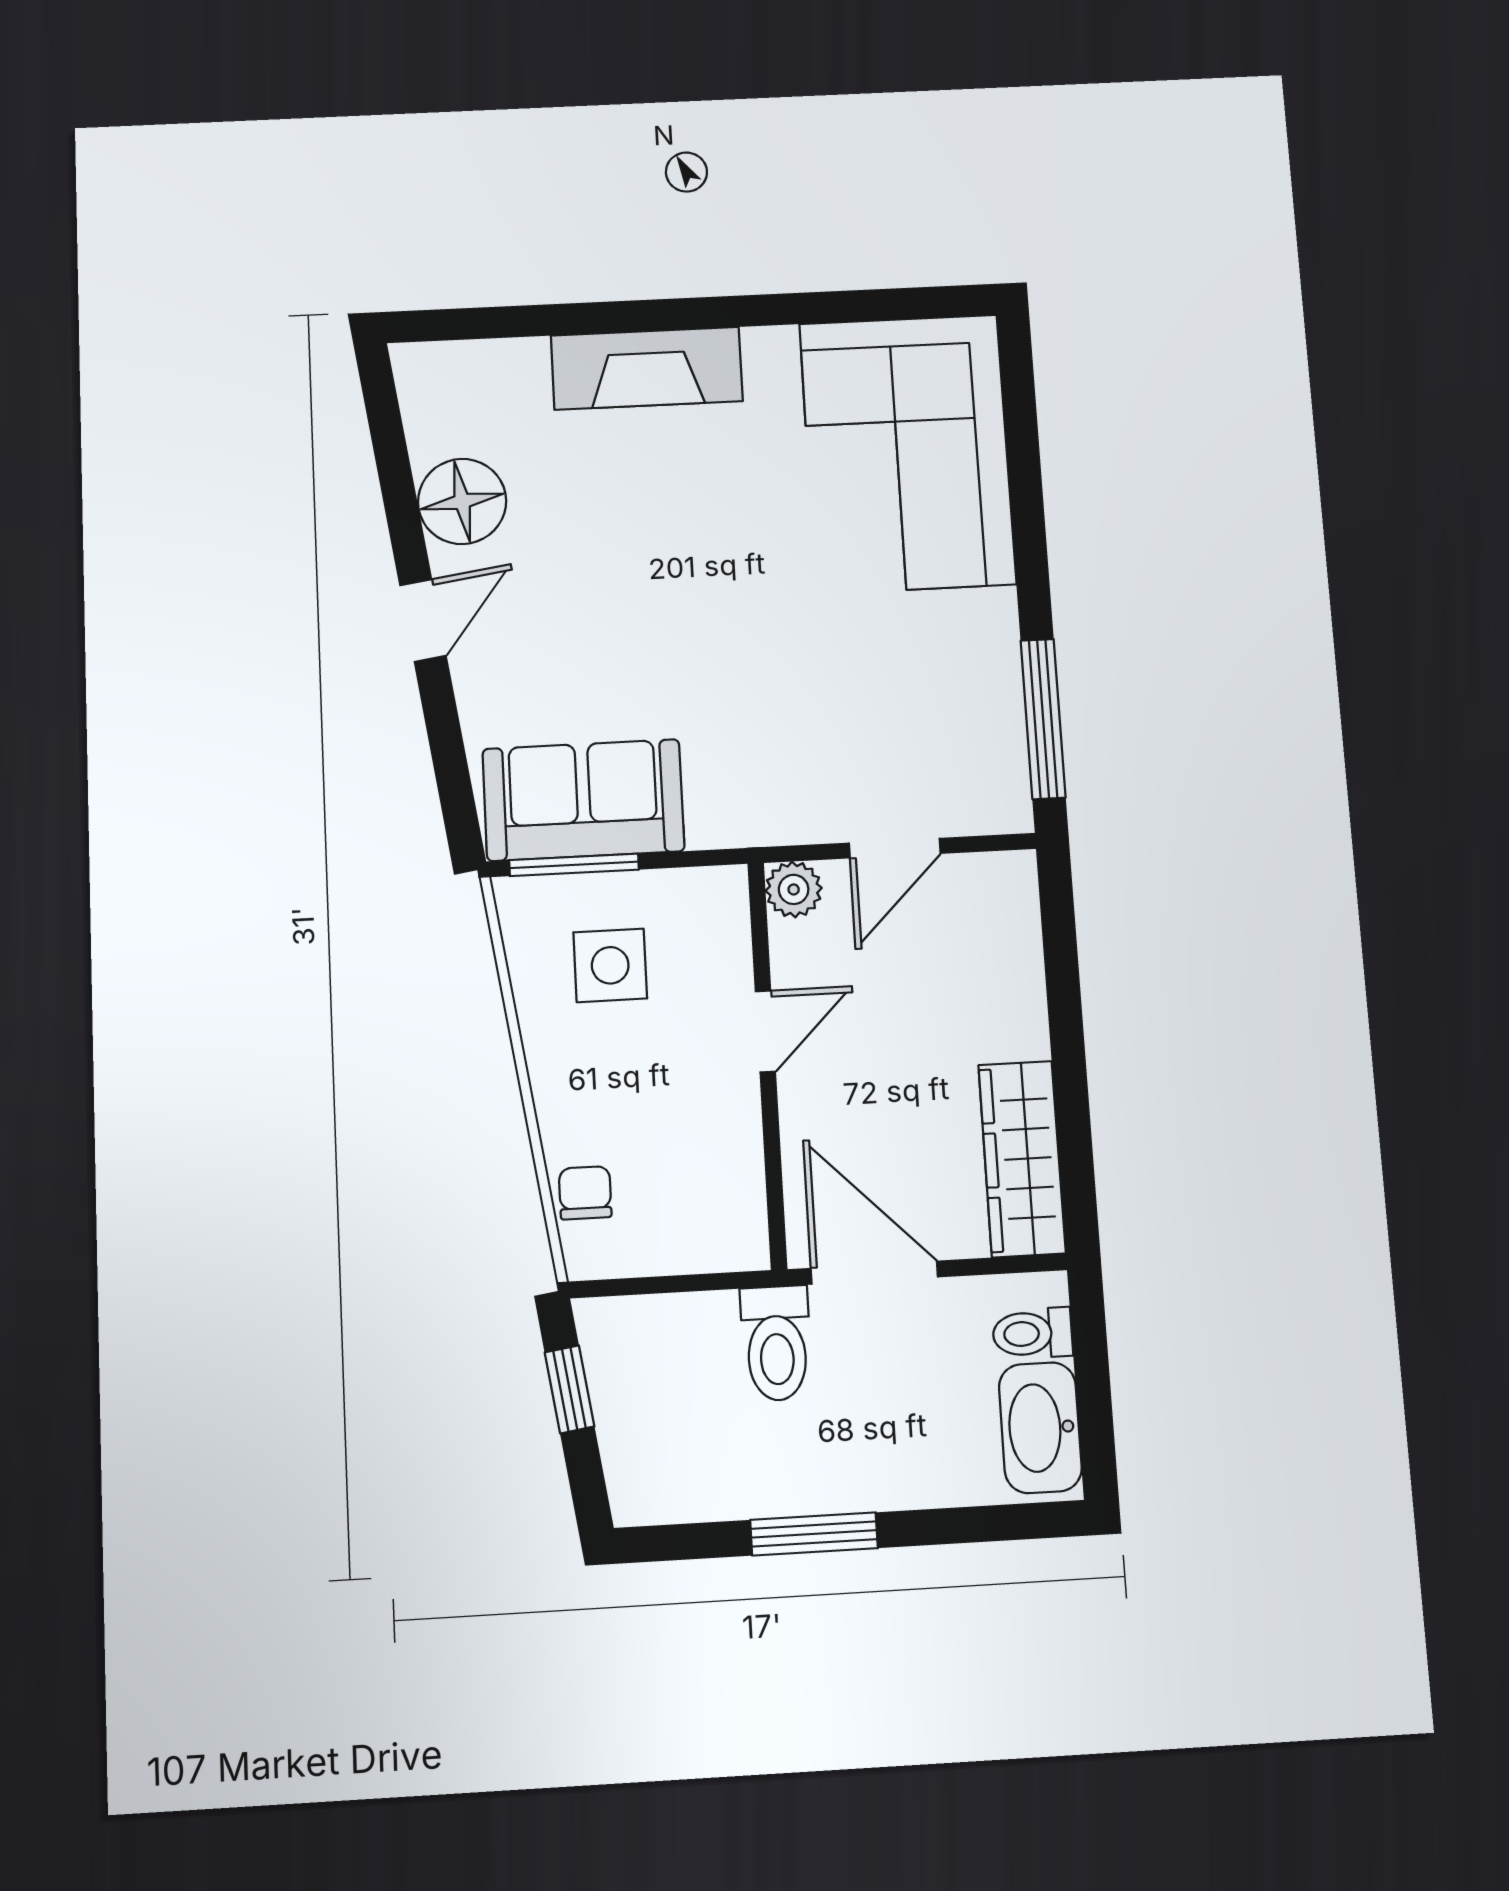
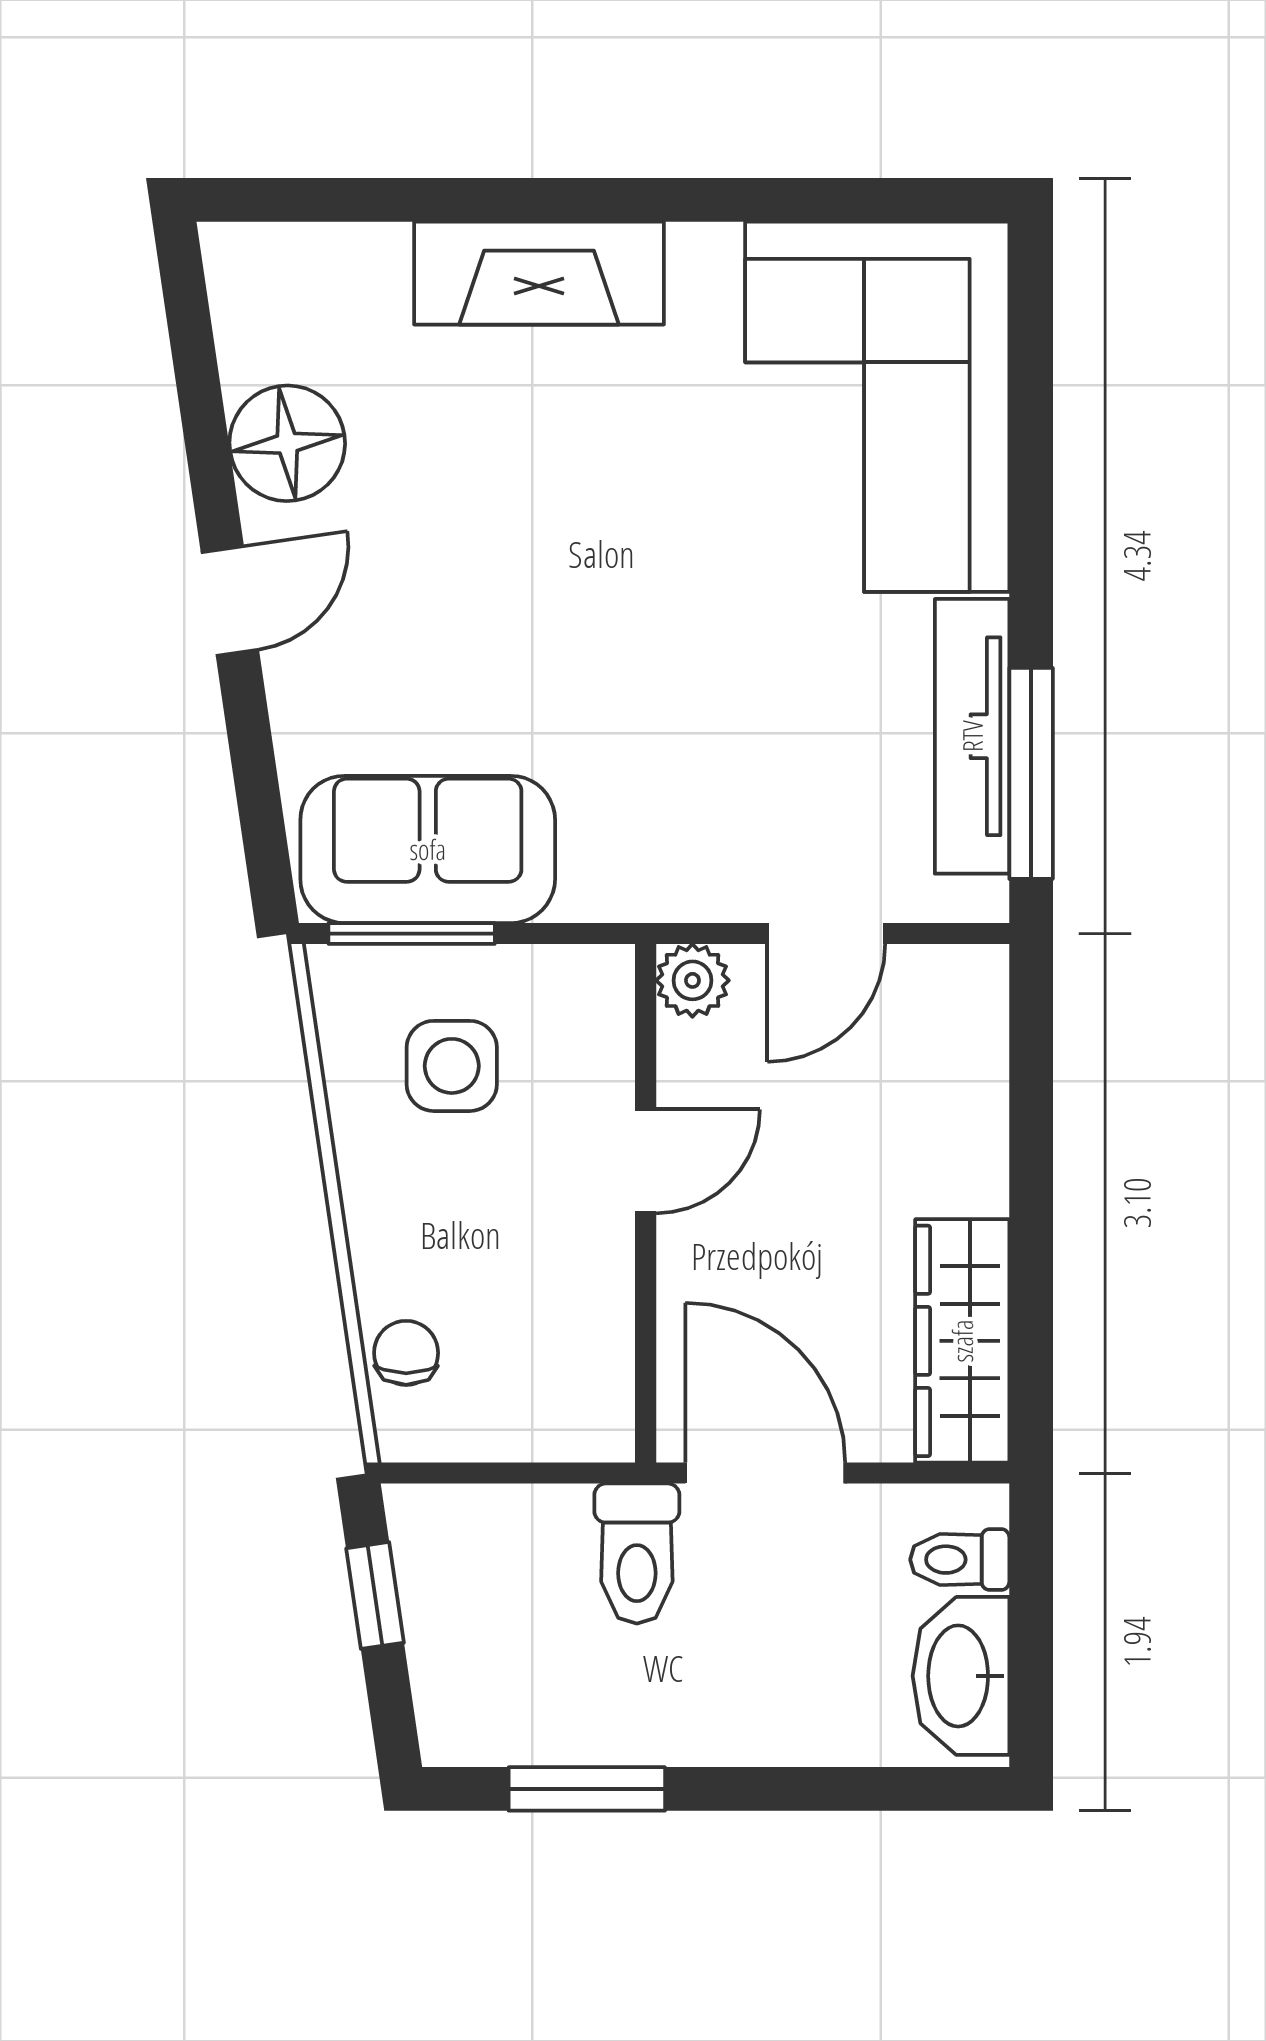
tv unit: (996, 693) -> (972, 736), added
window: (814, 1534) -> (587, 1789), moved

